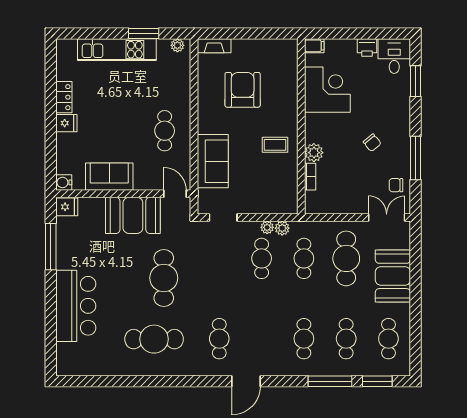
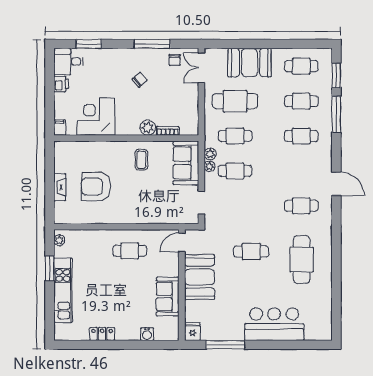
fireplace: (214, 46) -> (60, 187), moved
fridge: (66, 123) -> (123, 332), removed
sofa: (213, 161) -> (186, 163), moved, turned -90
water cooler: (64, 182) -> (147, 334), moved
cafe table: (164, 278) -> (251, 252), width x0.73, depth x0.74

